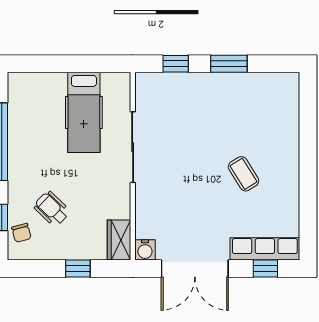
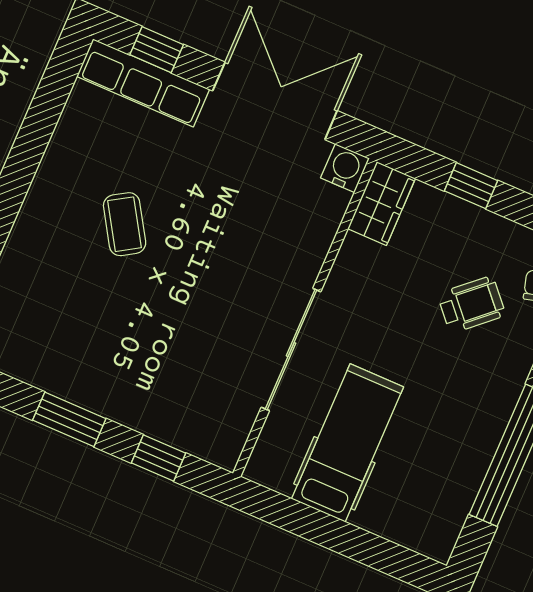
wheelchair: (52, 209) -> (471, 305), turned -86

